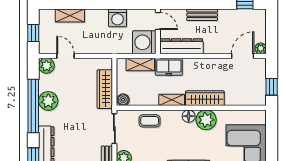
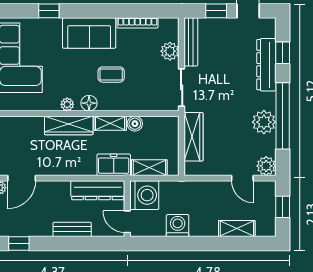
boiler: (123, 100) -> (135, 124), moved
plant: (206, 120) -> (67, 104), width x0.53, depth x0.53
coffee table: (150, 121) -> (111, 75), moved

